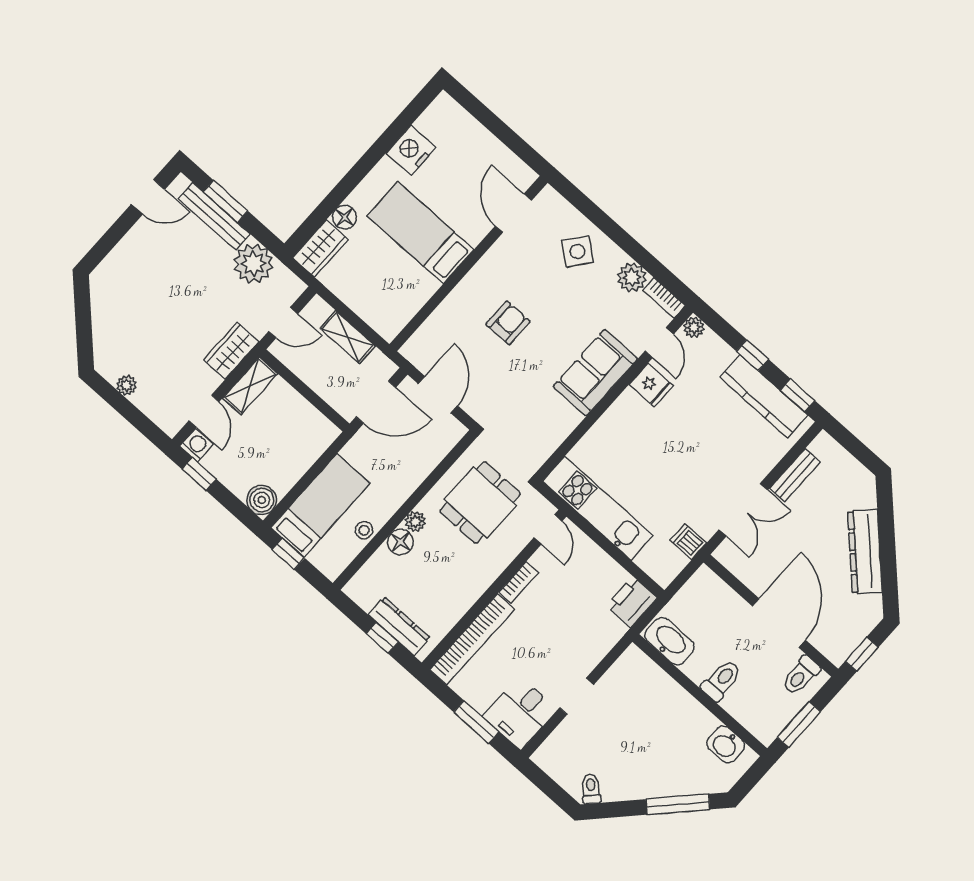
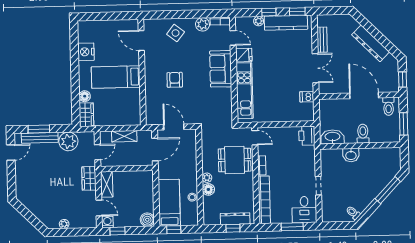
plant: (694, 327) -> (259, 21), moved
dining table: (480, 502) -> (235, 160), moved, turned 90
kitchen unit: (598, 508) -> (244, 91), moved, turned 90
washbasin: (726, 745) -> (351, 155), moved

